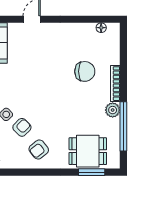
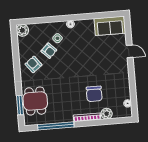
plant: (113, 110) -> (107, 114), moved

